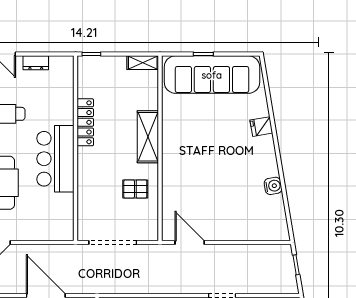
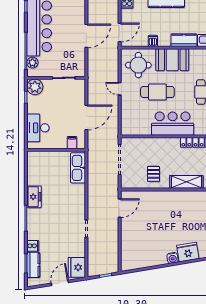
fridge: (261, 127) -> (188, 252), width x1.88, depth x1.34
water cooler: (273, 186) -> (173, 258), moved

